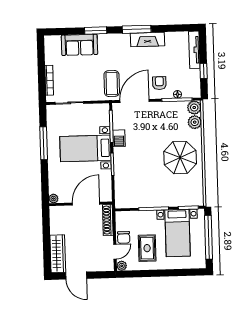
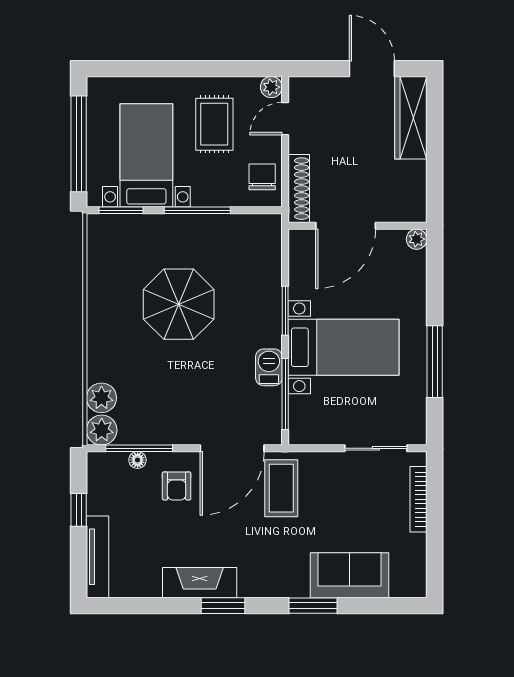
window: (137, 29) -> (223, 606), width x0.69
parasol: (180, 158) -> (179, 304), moved
chair: (124, 237) -> (262, 177), moved

